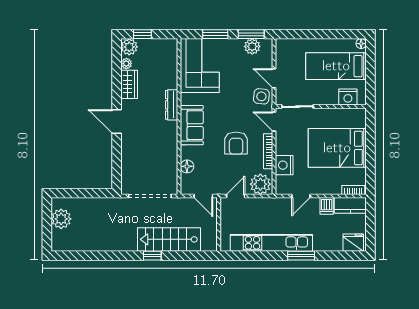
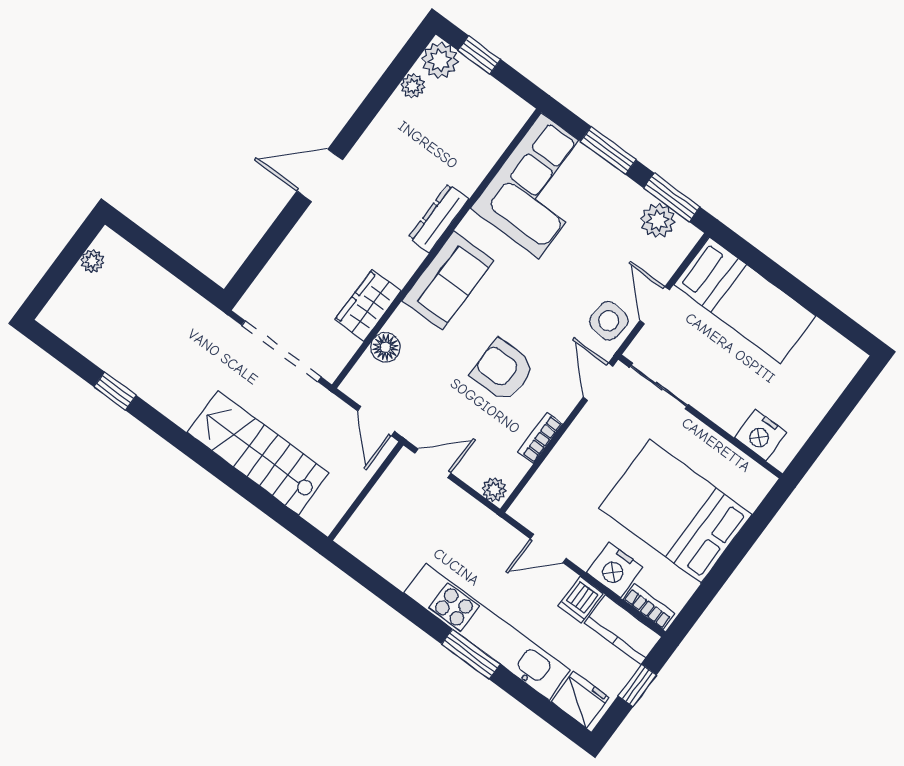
floor lamp: (361, 44) -> (854, 358), removed
bed: (336, 66) -> (745, 300), moved, turned 180
wardrobe: (129, 84) -> (368, 305), moved, turned 180
door: (117, 121) -> (320, 176), hinge flipped
armchair: (236, 143) -> (503, 370), turned 90
bookcase: (268, 151) -> (540, 438), width x0.64
nightstand: (284, 165) -> (615, 570), moved, turned -90
plant: (260, 184) -> (494, 490), width x0.53, depth x0.53
plant: (61, 219) -> (92, 261), width x0.53, depth x0.53
window: (370, 222) -> (637, 685), added
kitchen unit: (271, 243) -> (487, 632), moved
window: (152, 256) -> (115, 391), moved

